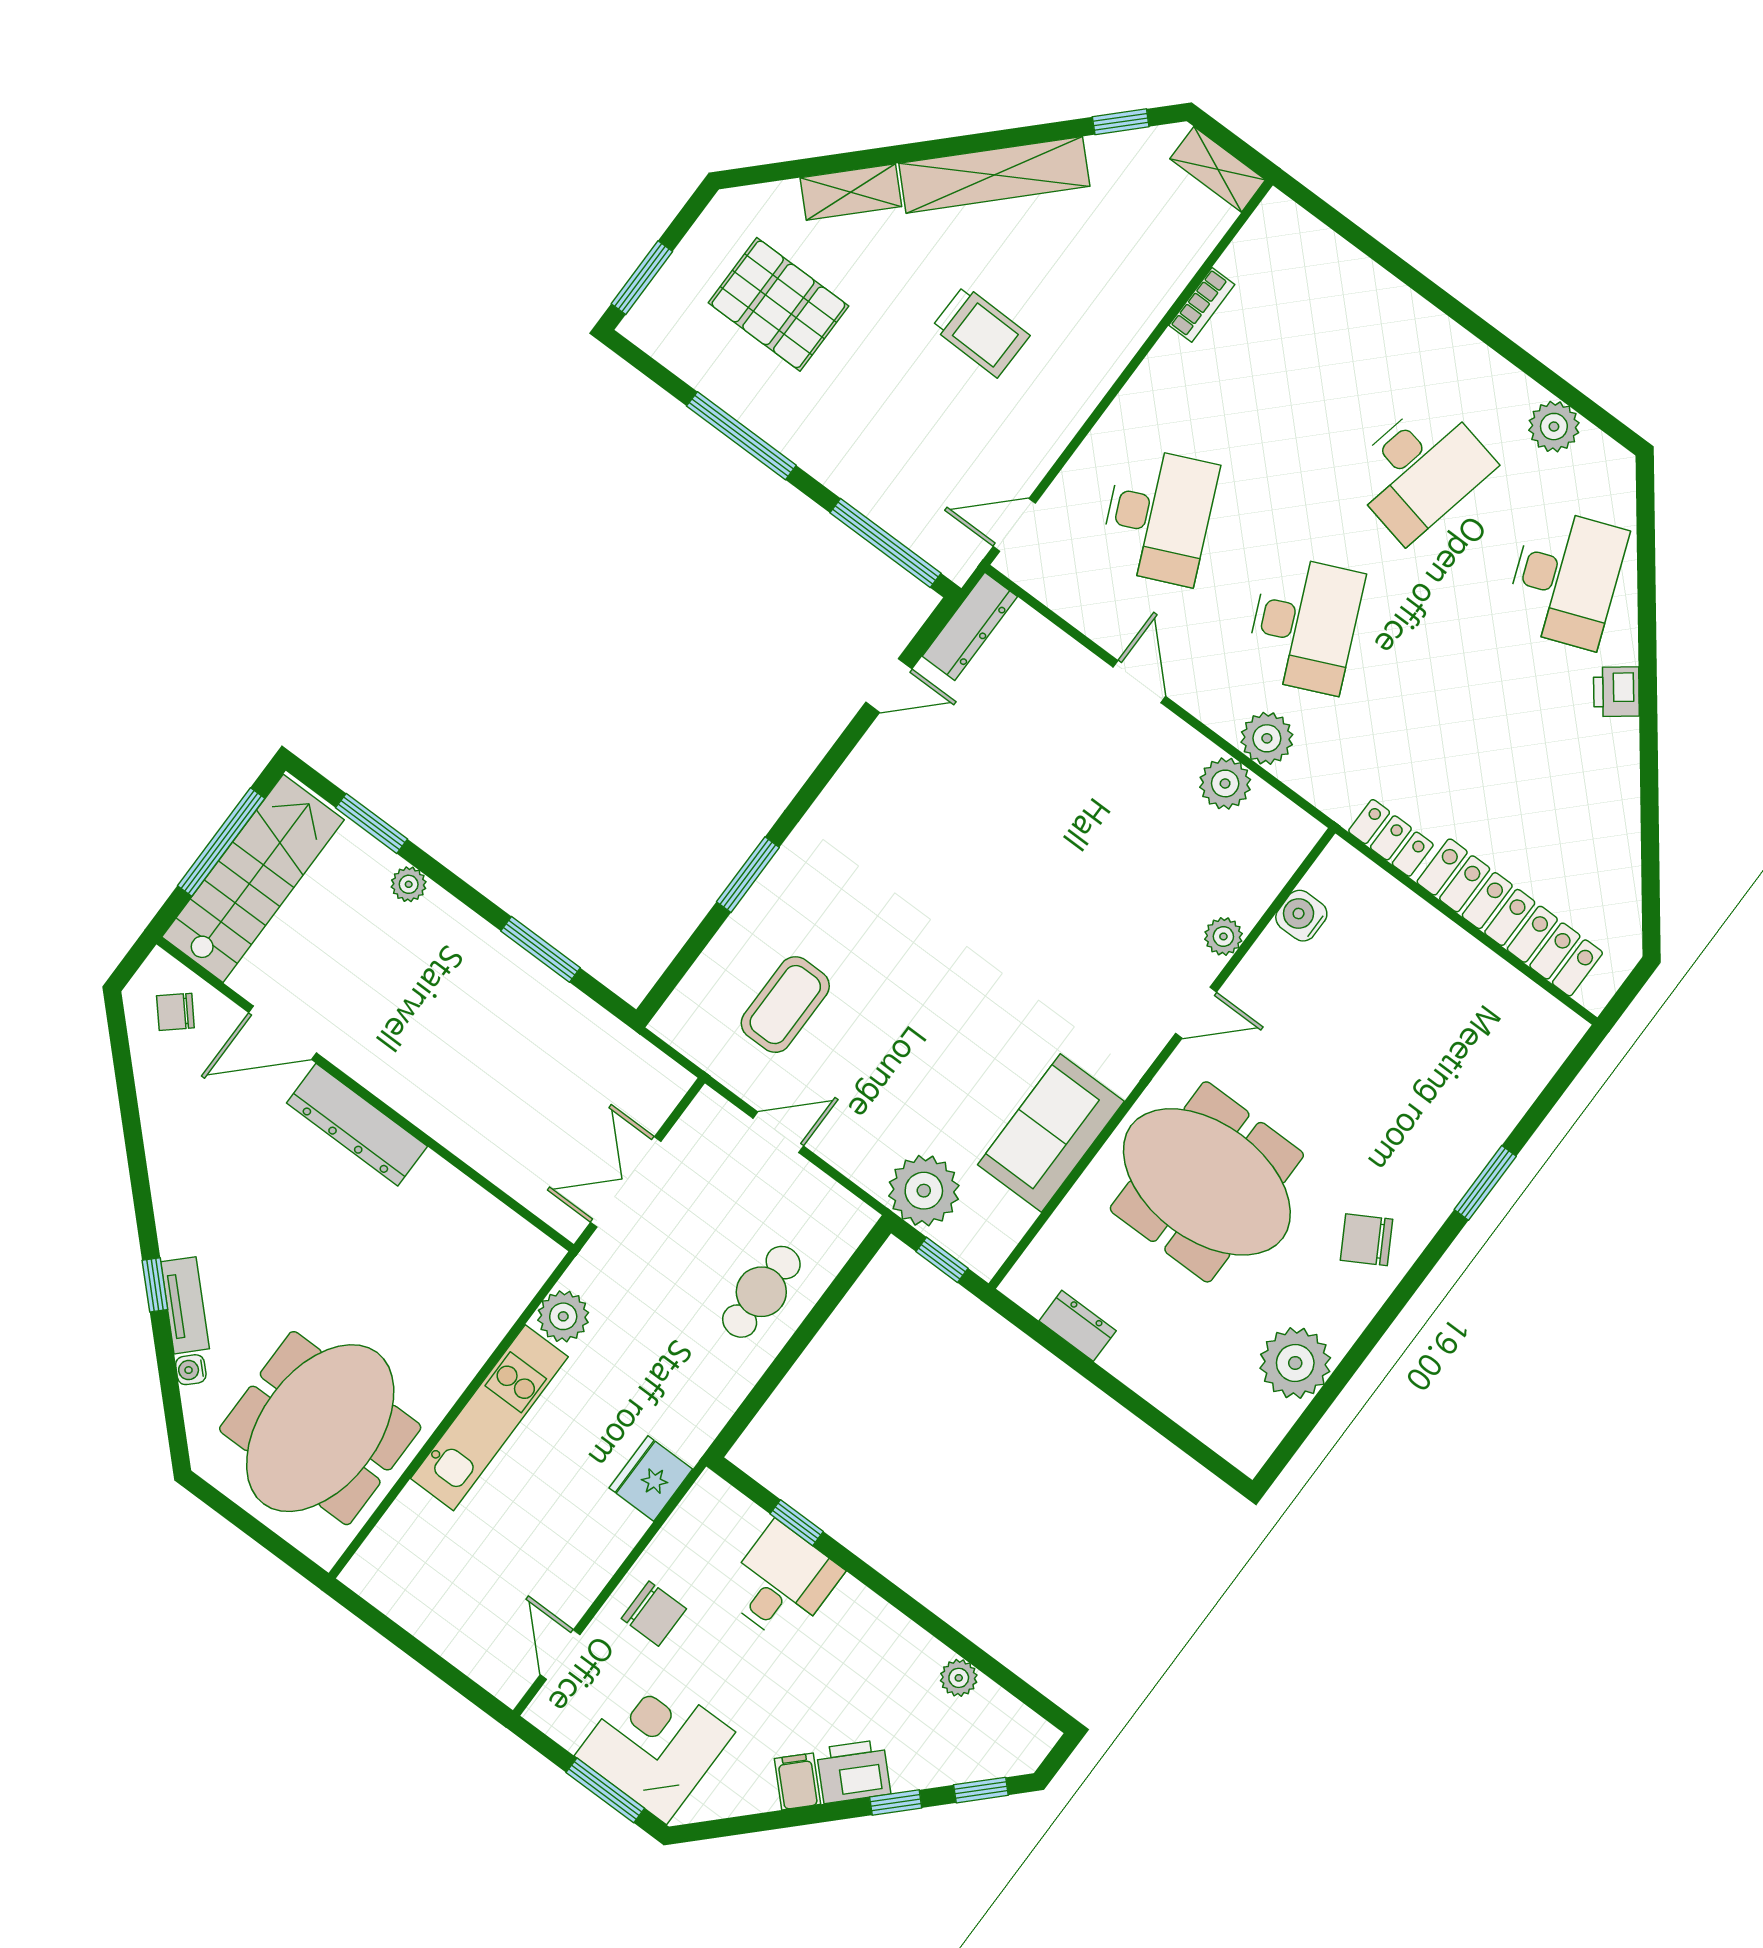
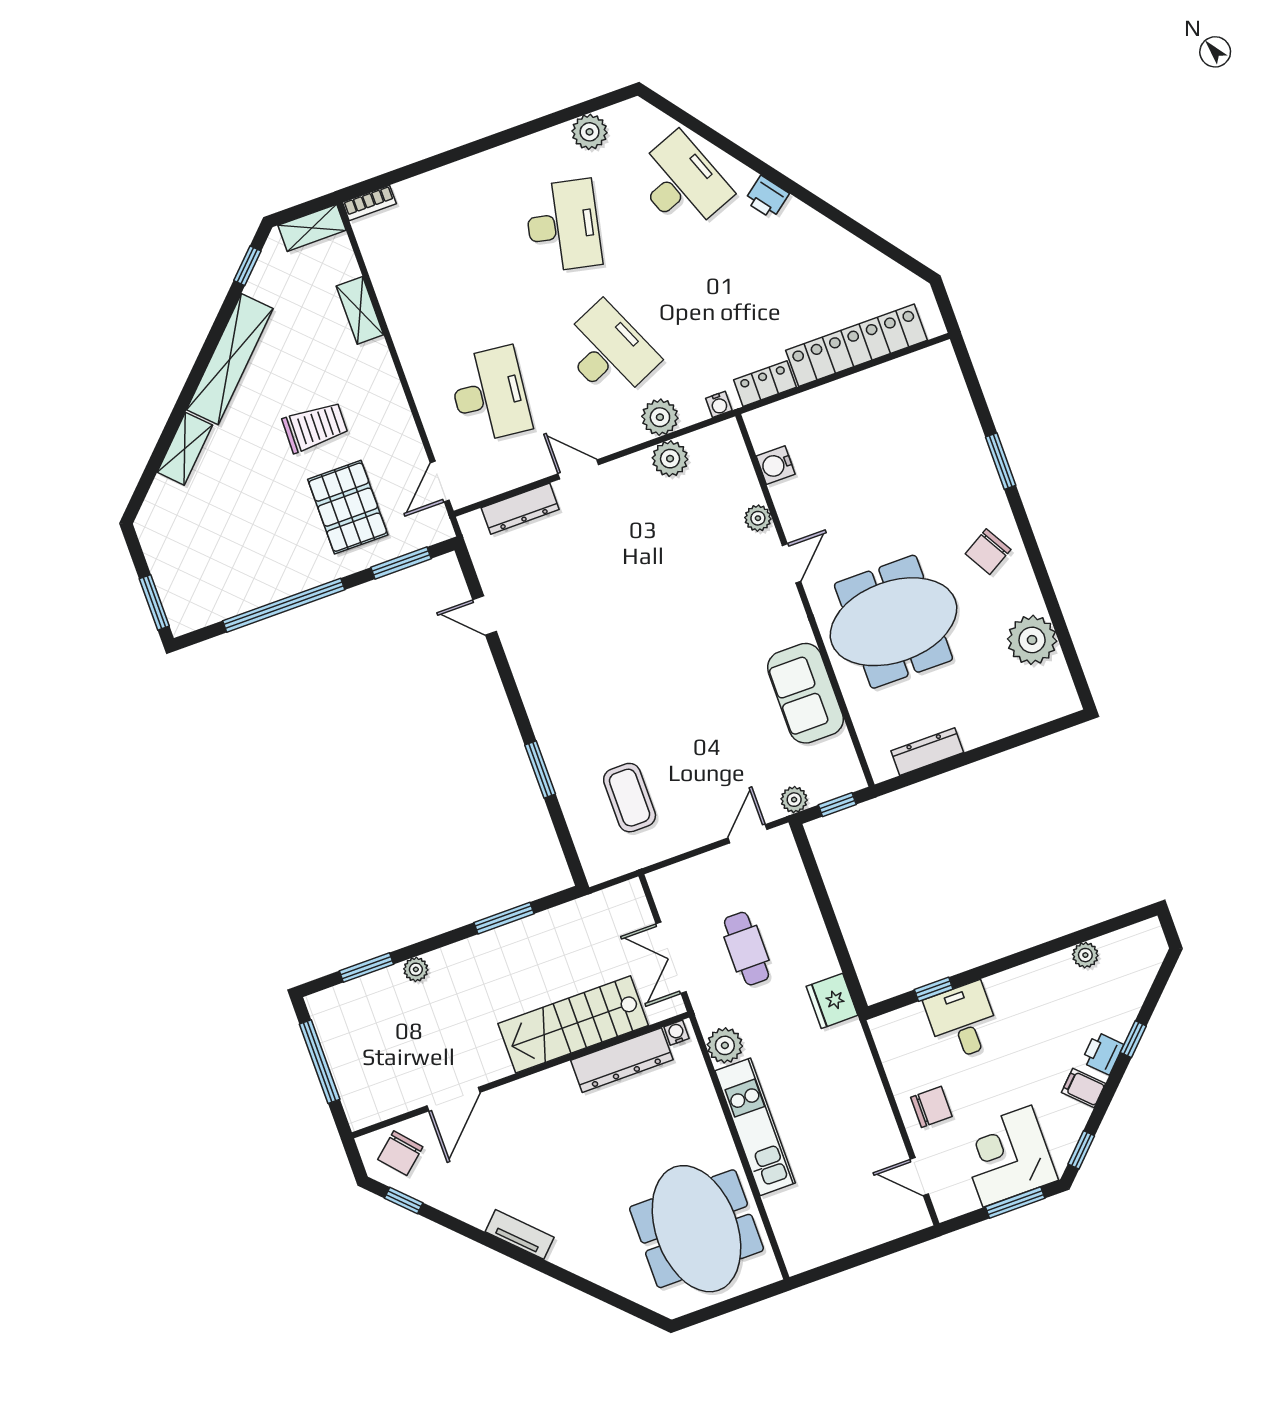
shelving: (1157, 292) -> (360, 310), added
pallet: (778, 304) -> (348, 507), moved, turned 90
bookcase: (1202, 305) -> (369, 203), moved, turned 90
window: (741, 436) -> (284, 605), width x1.46
desk: (1159, 516) -> (490, 395), turned 30
window: (885, 543) -> (401, 563), width x0.69
dresser: (970, 626) -> (520, 509), moved, turned 90
door: (889, 686) -> (485, 616), swing flipped
water cooler: (1329, 799) -> (719, 404), added
stairs: (253, 878) -> (573, 1024), moved, turned -90
chair: (175, 1012) -> (400, 1153), width x1.37, depth x1.37
dresser: (357, 1125) -> (622, 1060), moved
door: (778, 1132) -> (748, 834), moved
plant: (924, 1191) -> (794, 800), width x0.53, depth x0.53
window: (155, 1285) -> (404, 1200), moved
cafe table: (761, 1292) -> (746, 949), moved
tv unit: (185, 1305) -> (520, 1234), moved
dresser: (1078, 1326) -> (927, 752), width x1.44
water cooler: (191, 1370) -> (676, 1033), moved, turned 135
fridge: (651, 1478) -> (832, 1001), moved
printer: (853, 1771) -> (1103, 1053), width x0.73, depth x0.81
window: (981, 1790) -> (1081, 1150), moved

